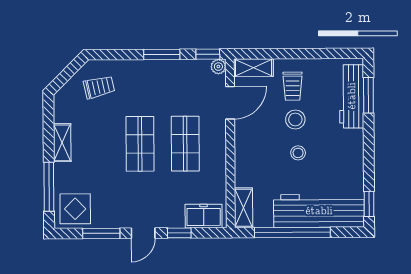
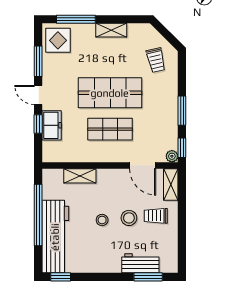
workbench: (352, 96) -> (140, 263), width x0.73
shop shelf: (140, 144) -> (110, 93), width x1.43, depth x1.36
shelving: (244, 208) -> (80, 176), moved
freezer: (204, 216) -> (52, 125), moved

